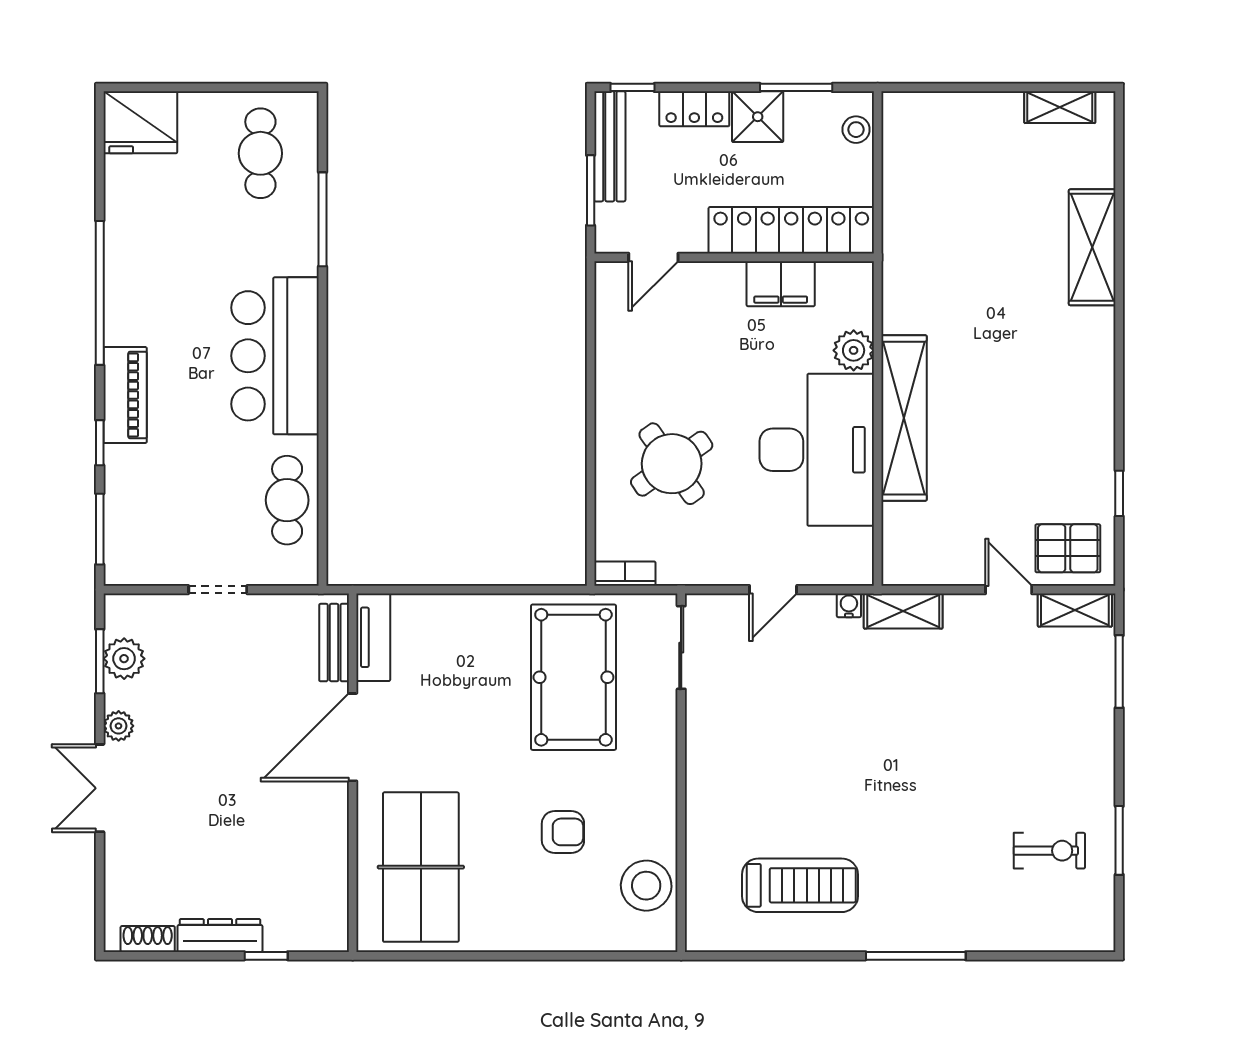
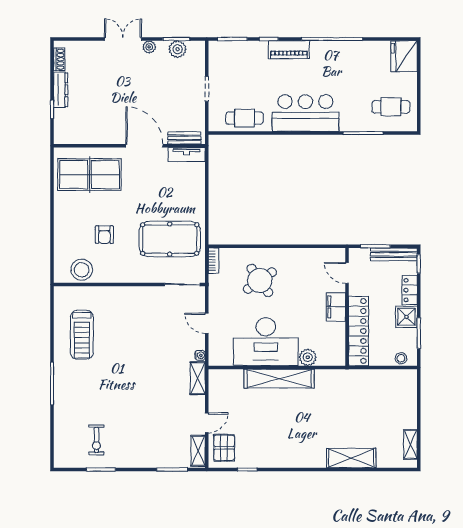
filing cabinet: (781, 284) -> (336, 307), moved

